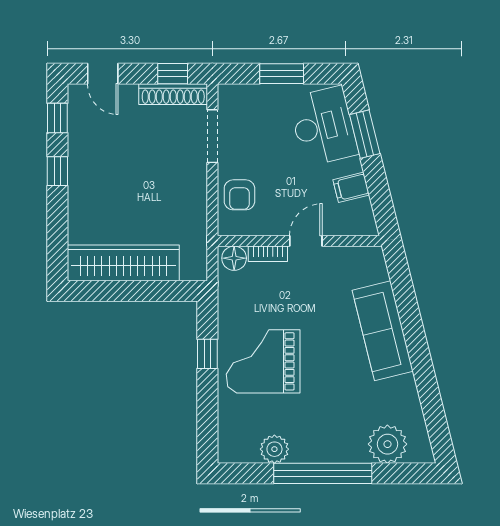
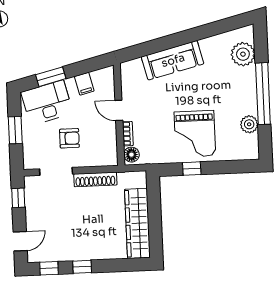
shoe rack: (173, 94) -> (95, 179), moved, turned 90
armchair: (239, 195) -> (69, 138), moved

